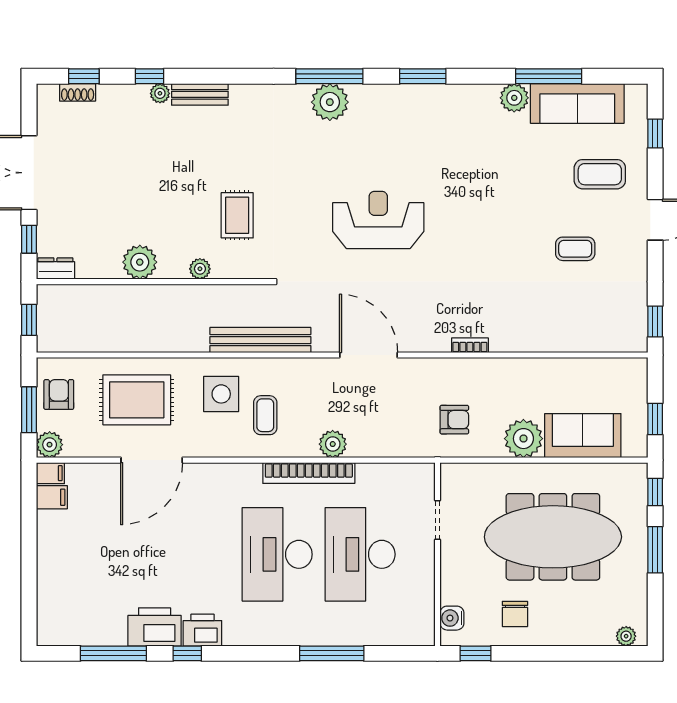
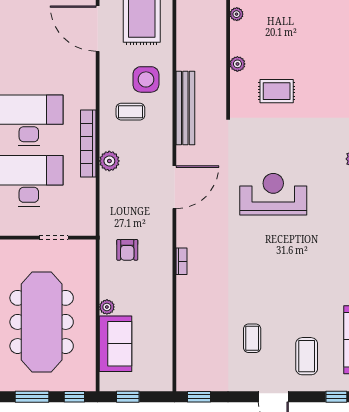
reception desk: (378, 220) -> (273, 194), turned -90
plant: (140, 262) -> (237, 14), width x0.53, depth x0.53
plant: (523, 439) -> (107, 307), width x0.53, depth x0.53

